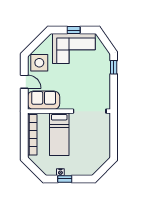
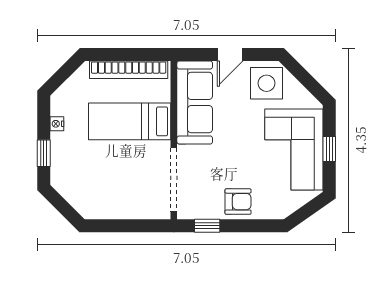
window: (114, 67) -> (207, 226), moved
armchair: (101, 78) -> (238, 202), added
sofa: (44, 100) -> (195, 102), width x1.36
window: (65, 179) -> (44, 153), moved

